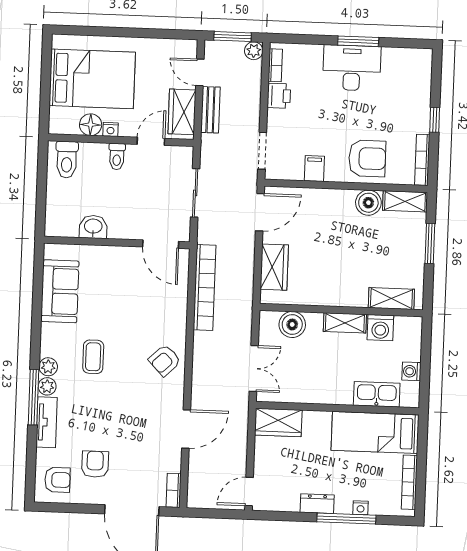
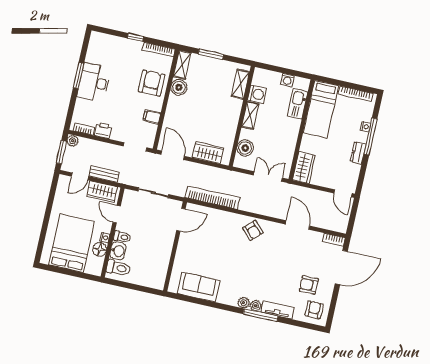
washbasin: (93, 227) -> (118, 251), moved, turned 180
coffee table: (93, 357) -> (243, 274), removed

